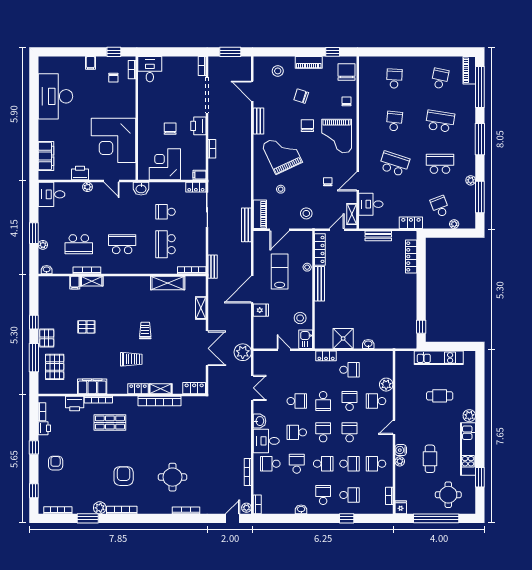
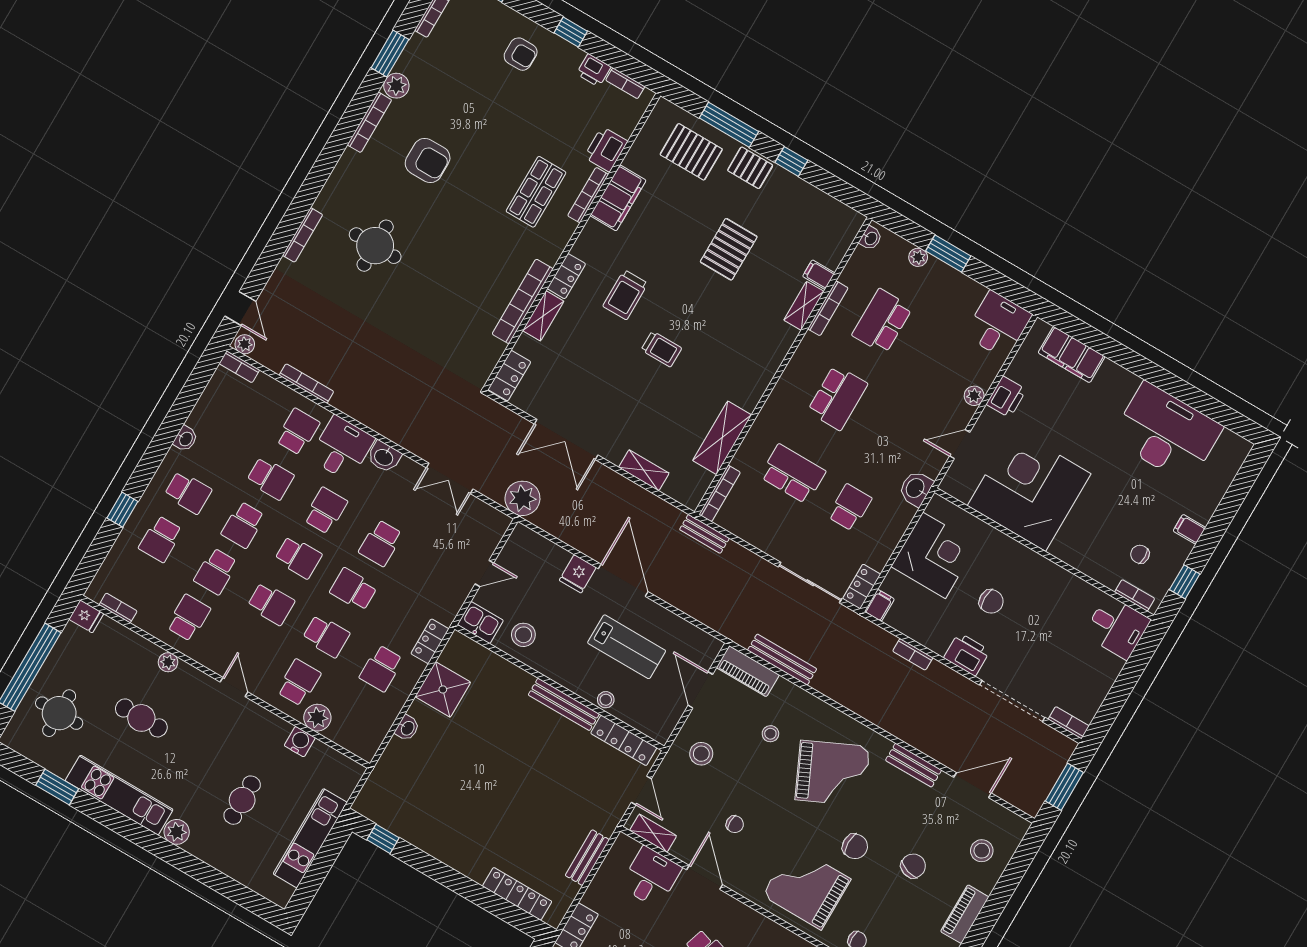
bench: (246, 225) -> (782, 660), moved
pallet: (86, 327) -> (729, 249), width x1.50, depth x1.42
water cooler: (401, 450) -> (300, 742), moved

